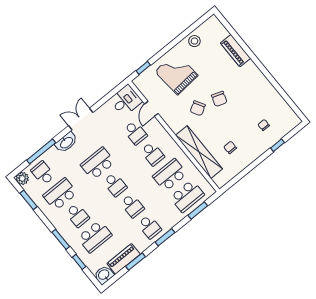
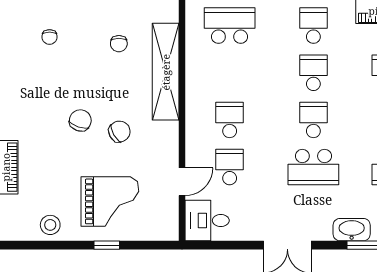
window: (143, 68) -> (107, 245), moved
grand piano: (176, 73) -> (110, 201), turned -85
washbasin: (66, 142) -> (352, 230), moved
school desk: (170, 175) -> (230, 73), removed

